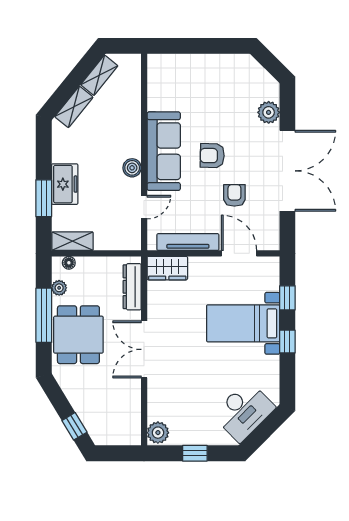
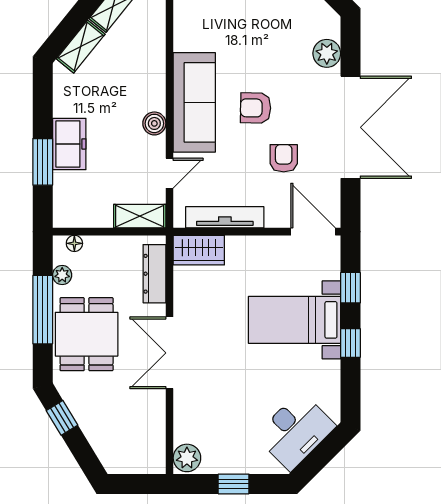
shelving: (73, 241) -> (140, 216), moved
door: (239, 253) -> (313, 232), moved
window: (74, 426) -> (62, 418), moved

